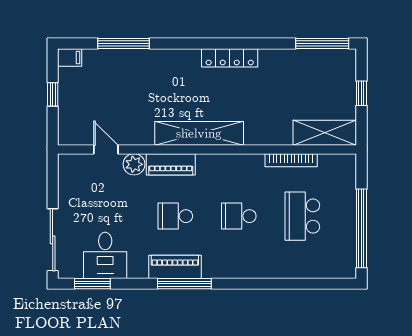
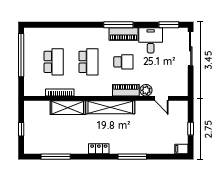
window: (123, 44) -> (132, 157), moved
window: (322, 44) -> (56, 157), moved
locker: (230, 58) -> (99, 149), width x0.66
shelving: (325, 133) -> (68, 108), moved
school desk: (239, 216) -> (88, 62), width x1.85
desk: (105, 255) -> (151, 40), moved

